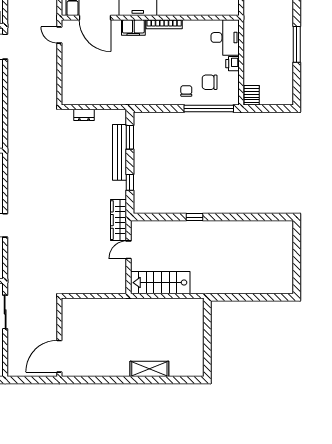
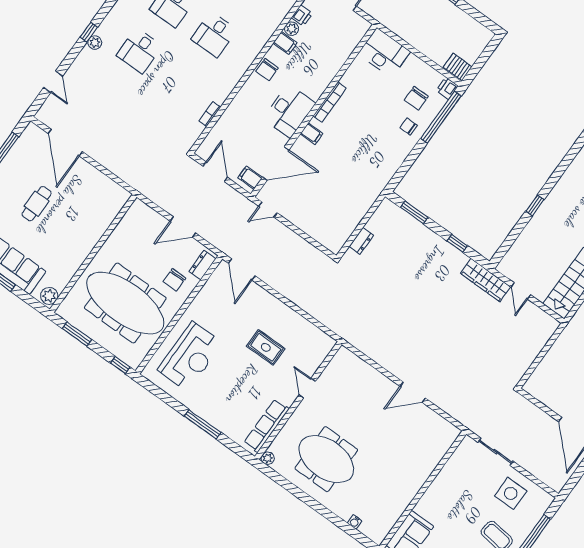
filing cabinet: (133, 28) -> (312, 134), width x0.50
printer: (233, 64) -> (447, 88), moved, turned 90
bench: (120, 152) -> (422, 233), removed

